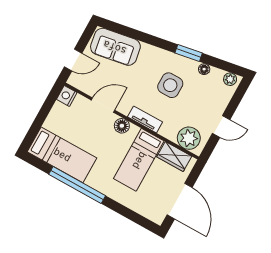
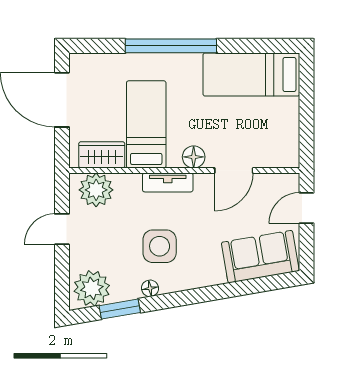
window: (189, 53) -> (120, 309), moved
floor lamp: (204, 69) -> (150, 288), moved
plant: (230, 79) -> (92, 288), width x1.88, depth x1.88
nightstand: (67, 96) -> (288, 156), removed
window: (77, 185) -> (171, 46), moved

